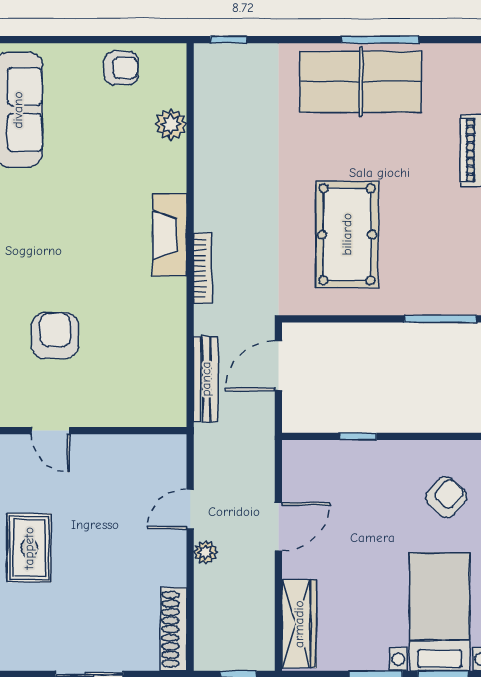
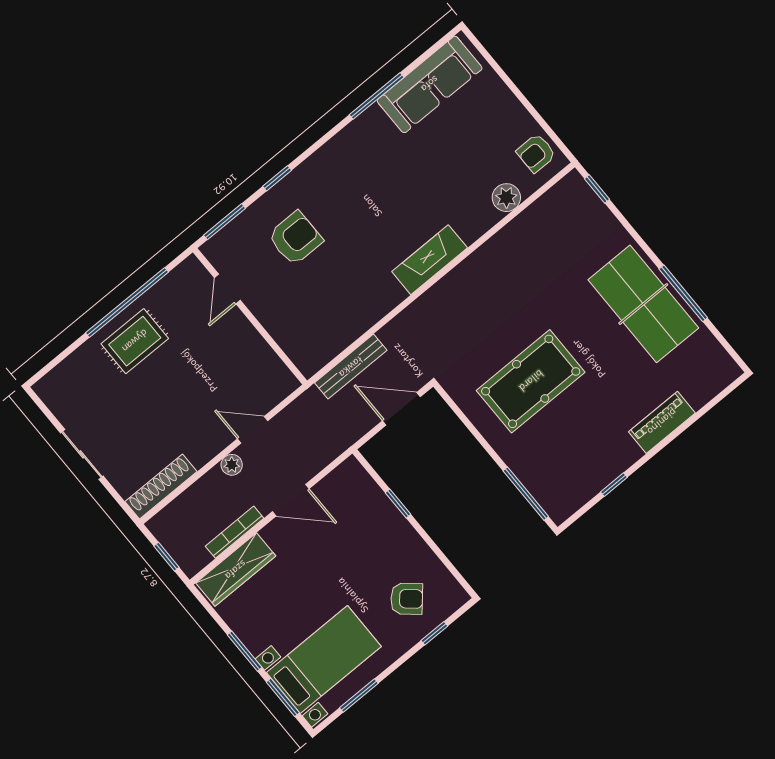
armchair: (121, 68) -> (536, 153), moved, turned 90
bookcase: (203, 268) -> (235, 532), moved, turned 180

